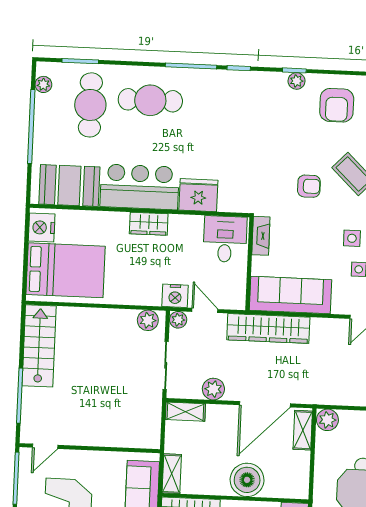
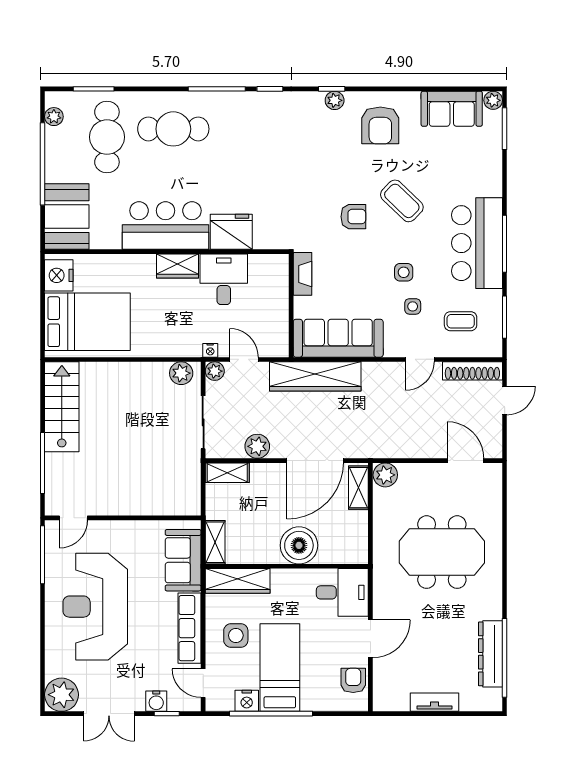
booth: (69, 185) -> (67, 217), moved, turned 90
desk: (225, 239) -> (224, 279), moved
nightstand: (175, 296) -> (210, 350), width x0.53, depth x0.56

